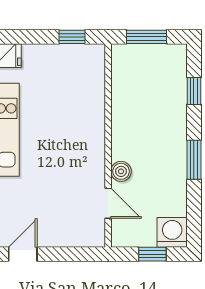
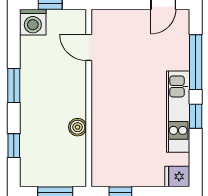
boiler: (121, 171) -> (78, 127), moved

